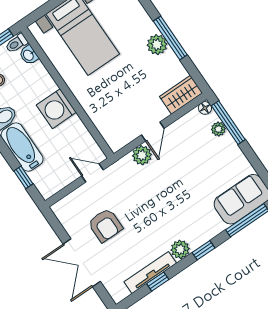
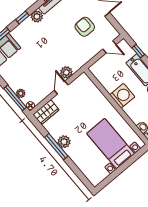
door: (92, 173) -> (109, 47), moved

